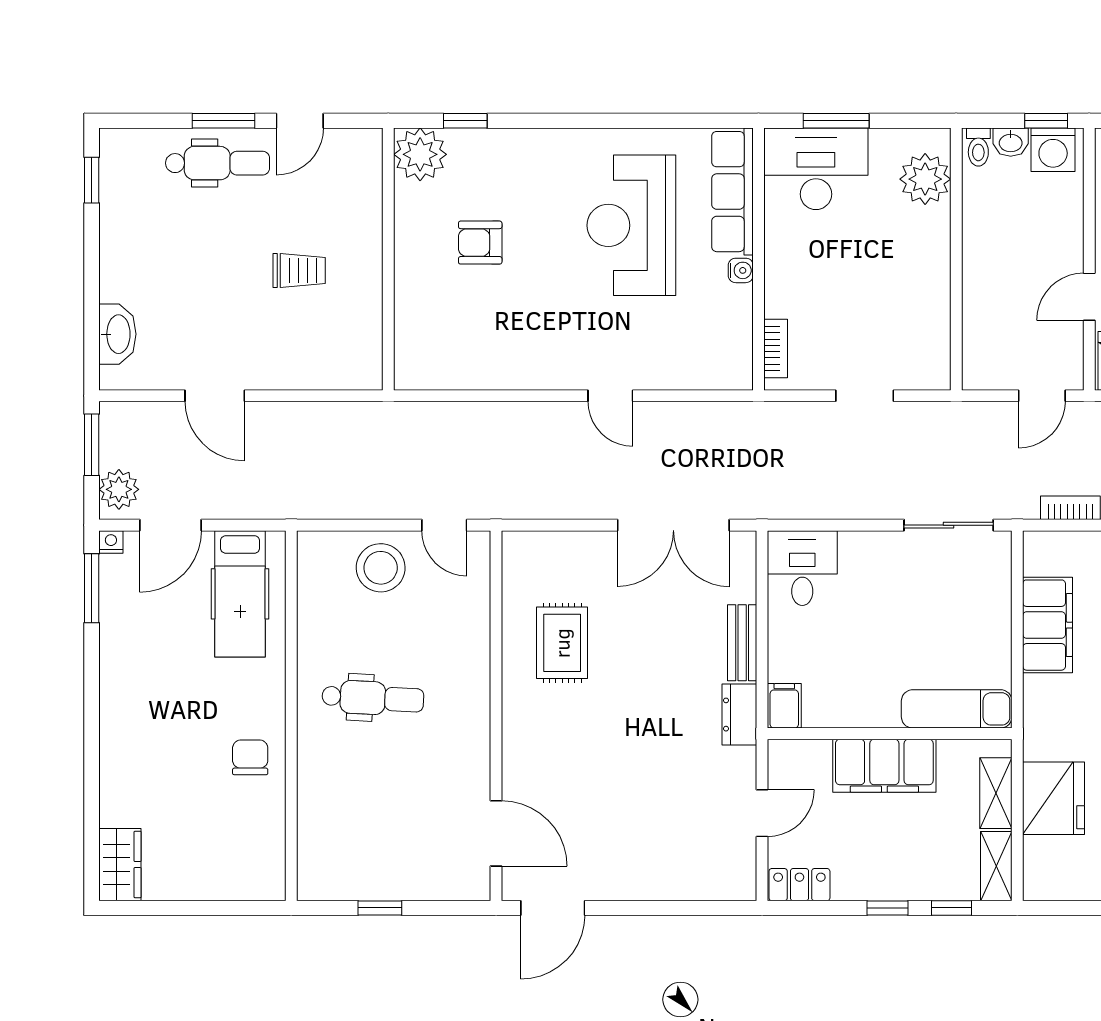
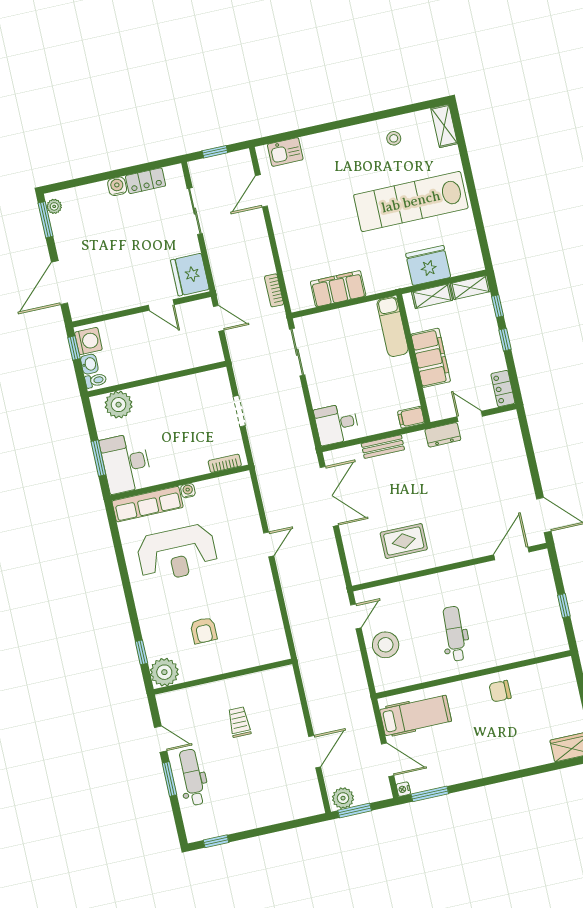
washbasin: (117, 334) -> (294, 810), removed
plant: (119, 489) -> (343, 798), moved
dresser: (739, 715) -> (443, 435), moved

